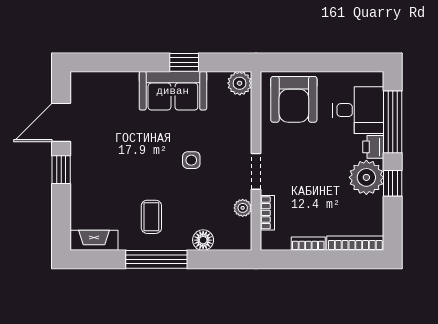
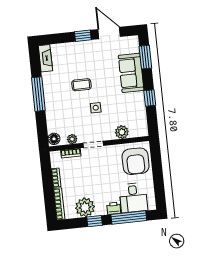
window: (111, 62) -> (145, 57), added
plant: (240, 83) -> (122, 132), moved
sofa: (173, 91) -> (131, 73), moved
armchair: (294, 99) -> (136, 161), turned -90
plant: (366, 177) -> (85, 207), moved
coffee table: (151, 217) -> (81, 85), moved
floor lamp: (203, 240) -> (54, 139), moved

